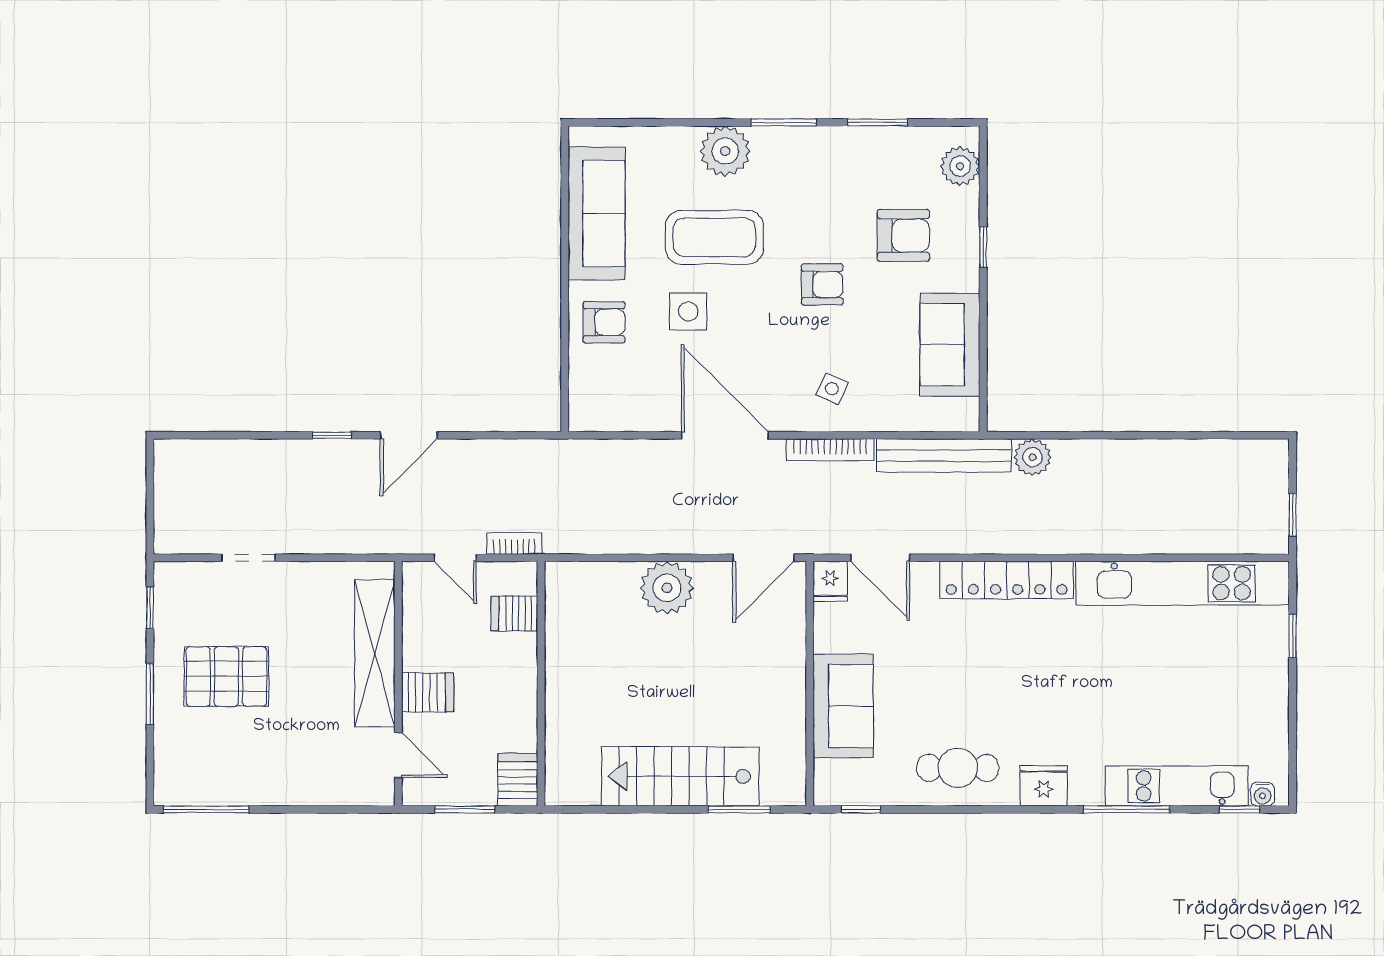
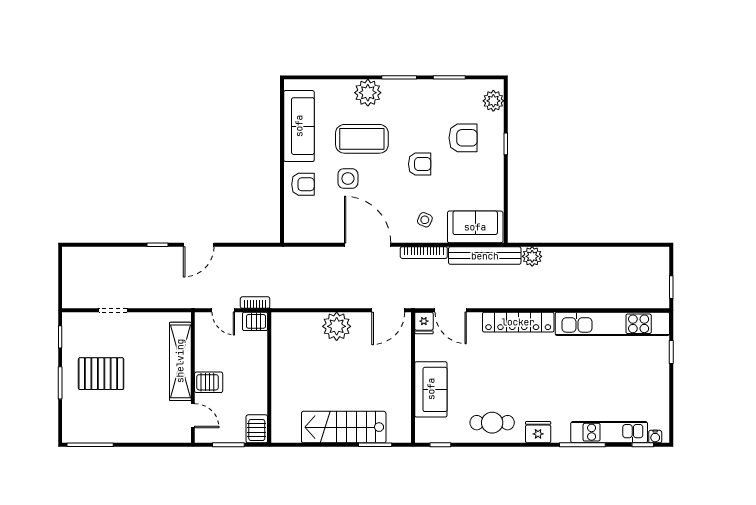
sofa: (950, 345) -> (475, 227), moved, turned 90
server rack: (514, 614) -> (255, 321), moved

